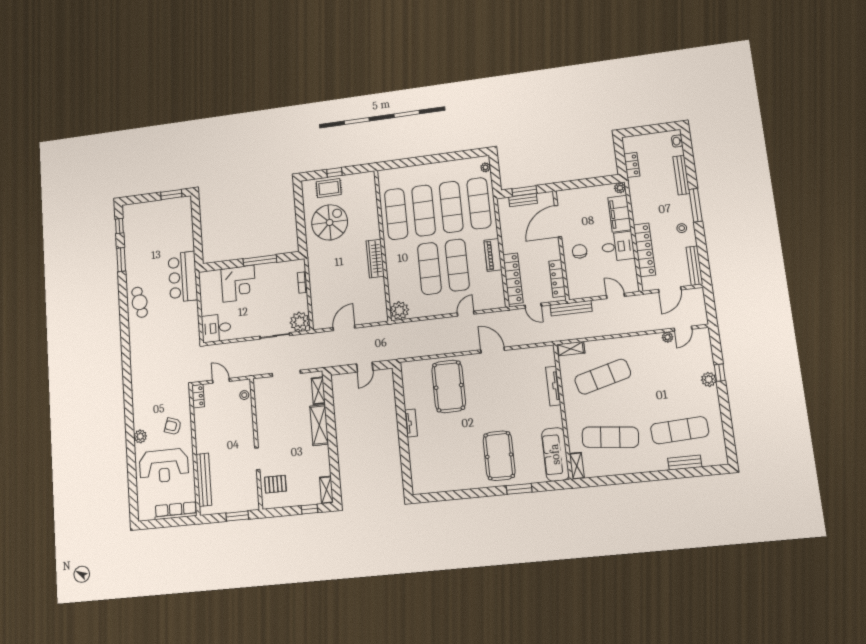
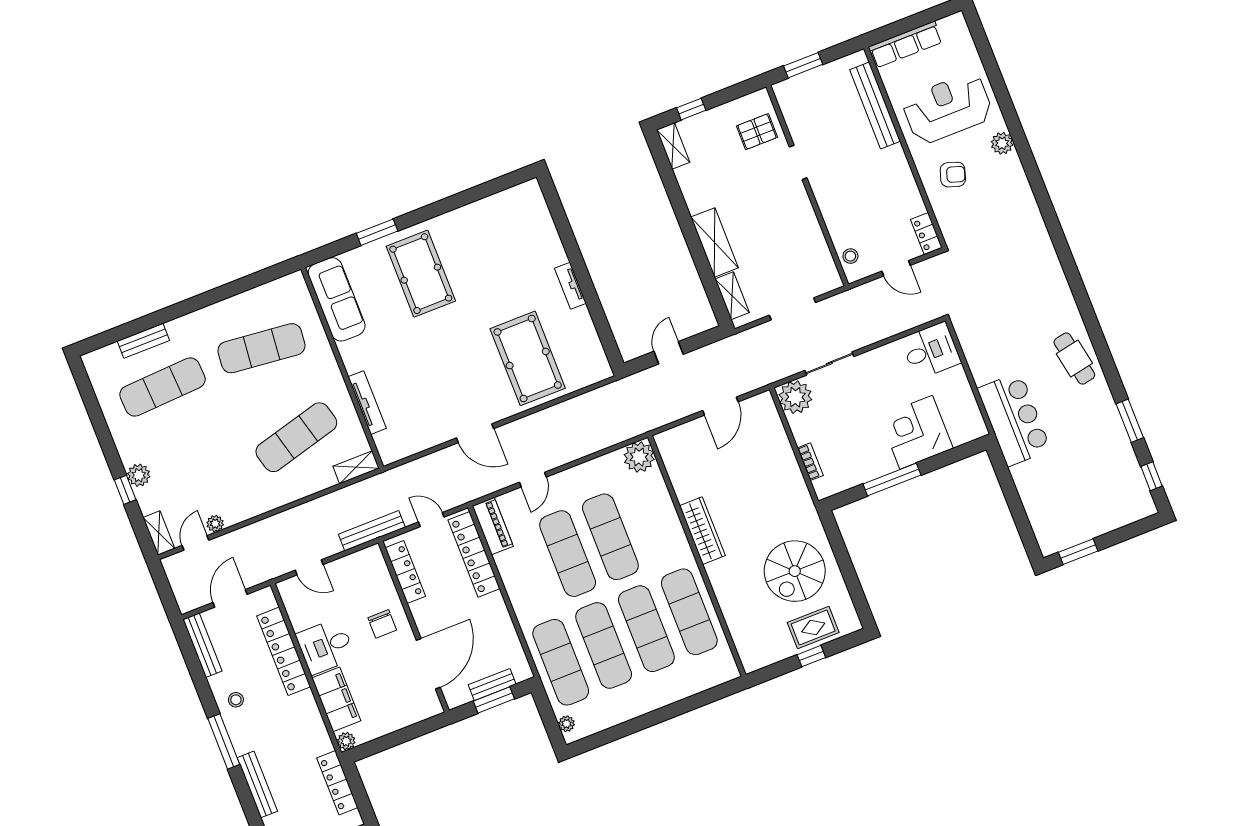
locker: (632, 165) -> (337, 783), width x1.53
piano: (493, 255) -> (493, 526), moved
shelving: (577, 466) -> (159, 533), moved

